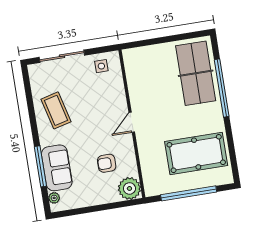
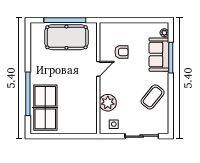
coffee table: (56, 110) -> (153, 97), turned 53
door: (132, 122) -> (98, 69), moved
pool table: (196, 154) -> (66, 37), moved
plant: (129, 188) -> (108, 103), moved

